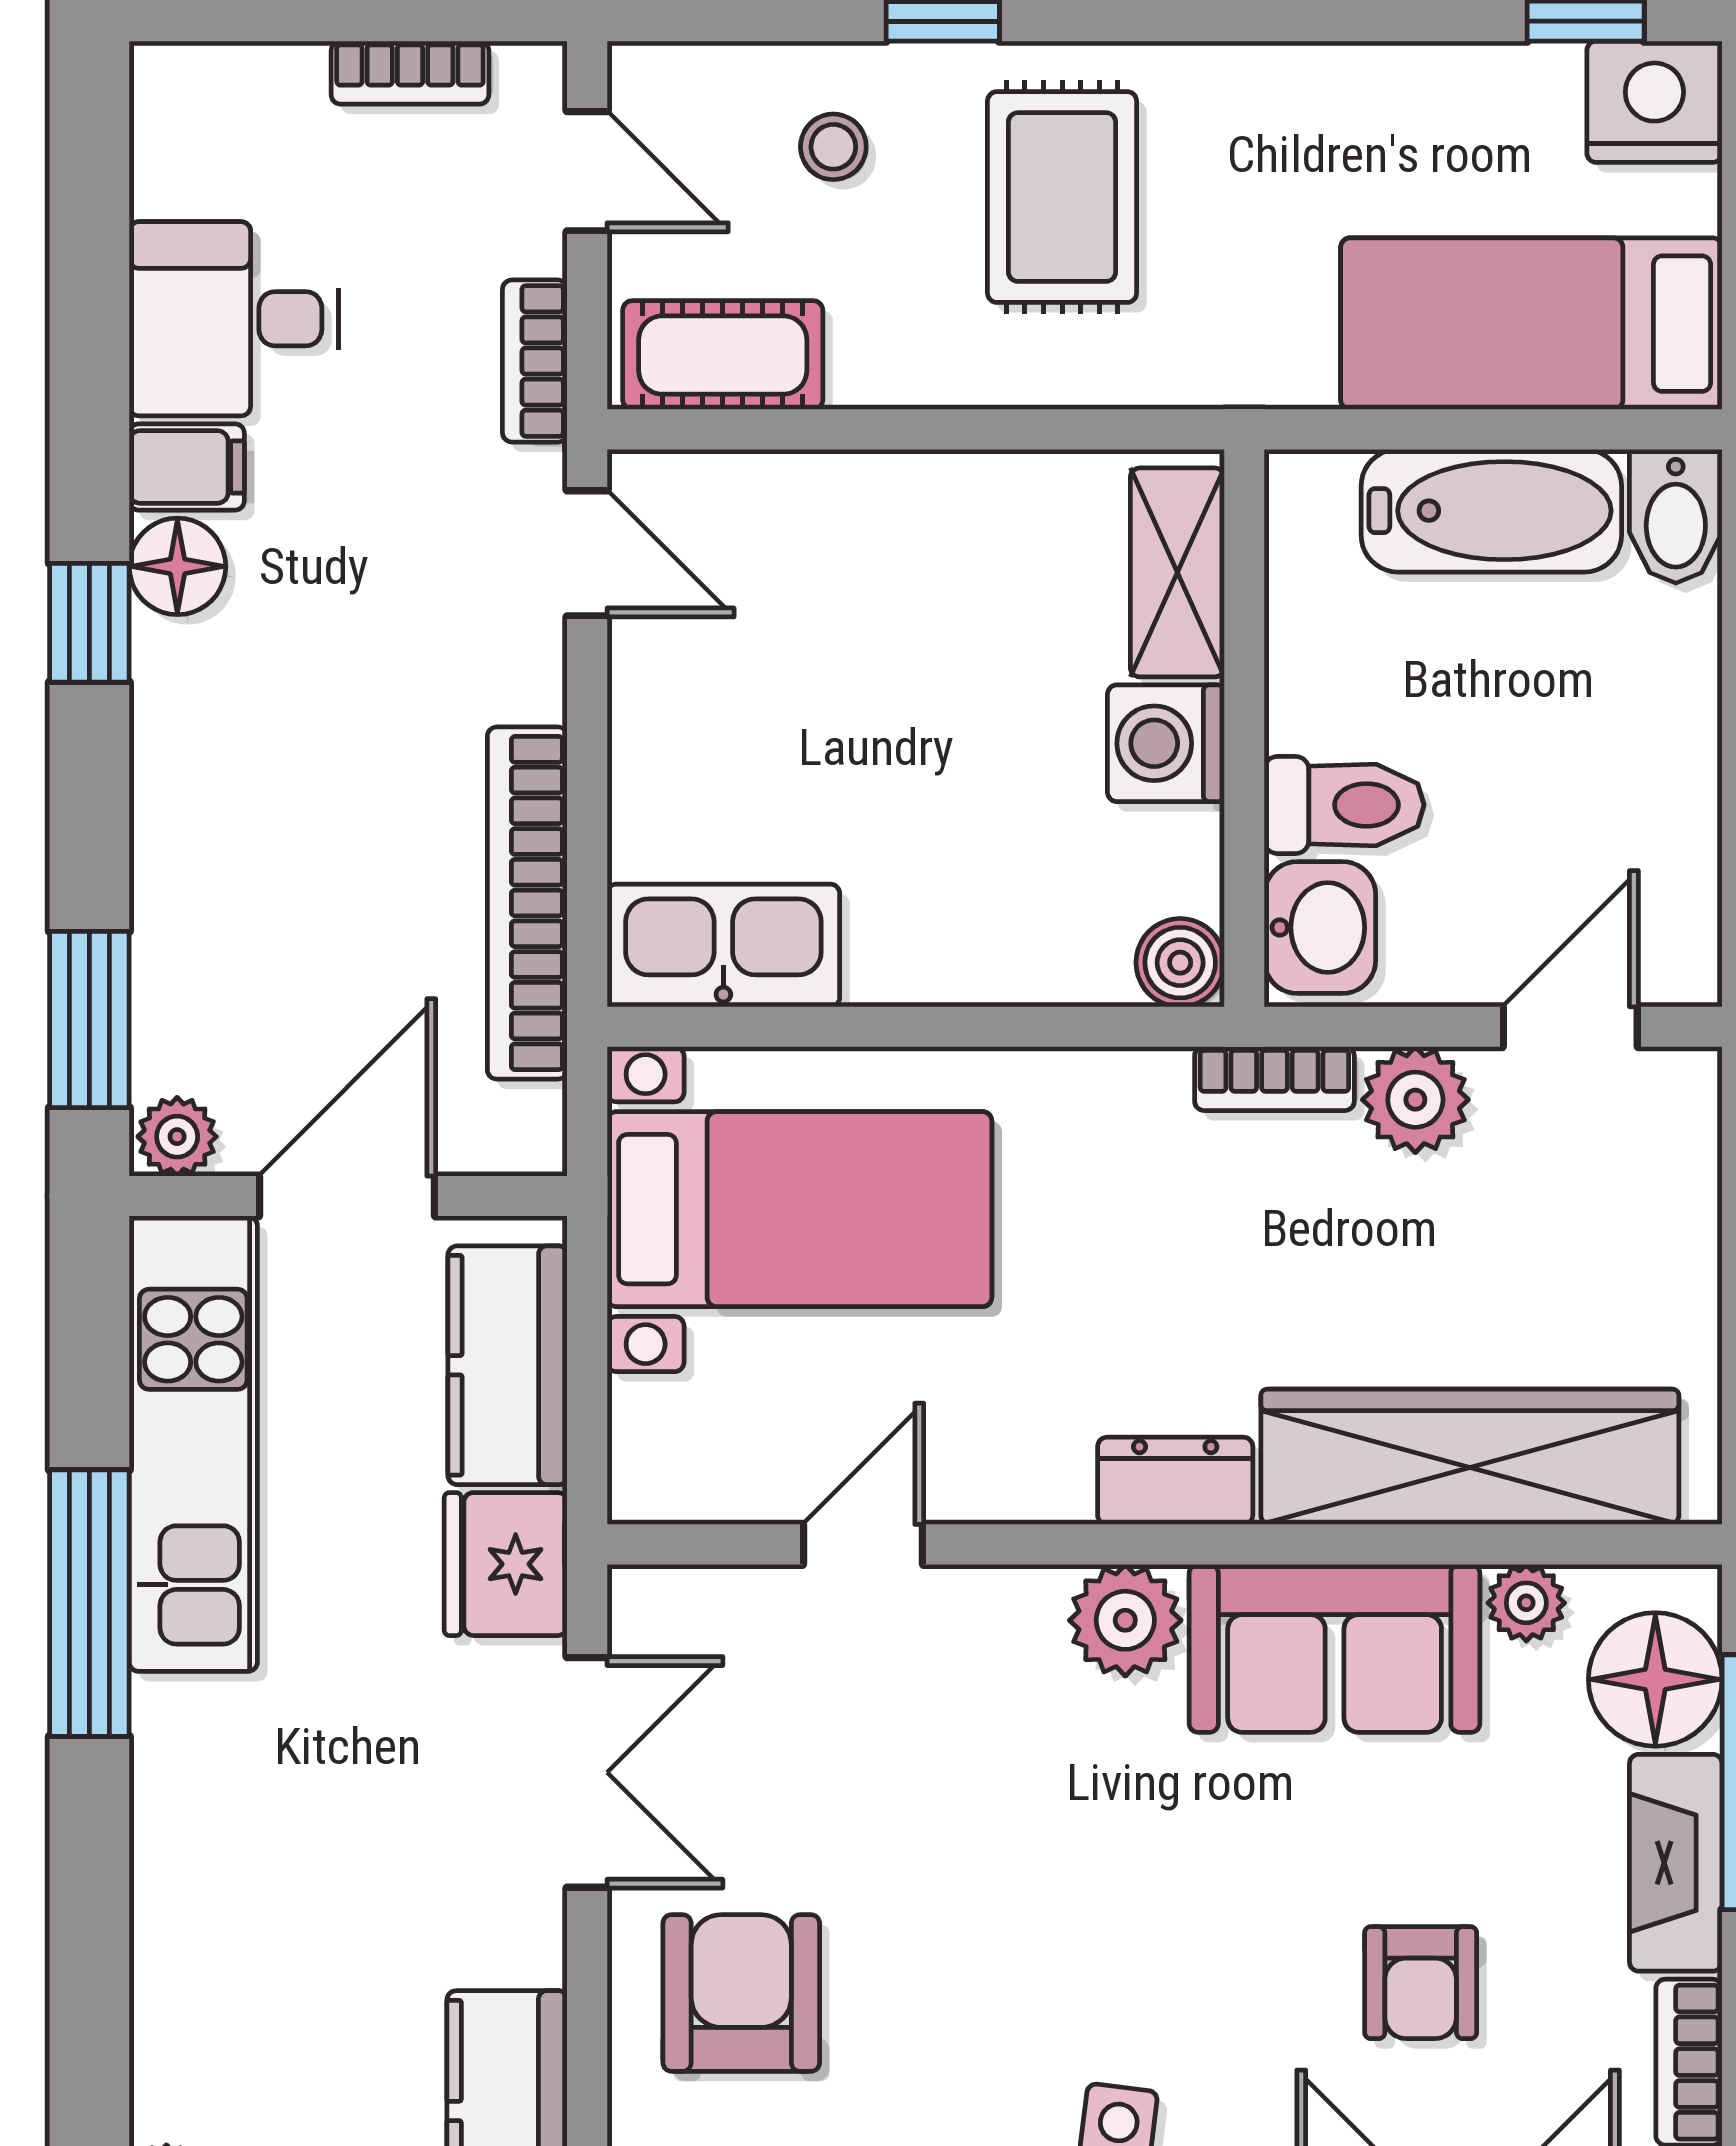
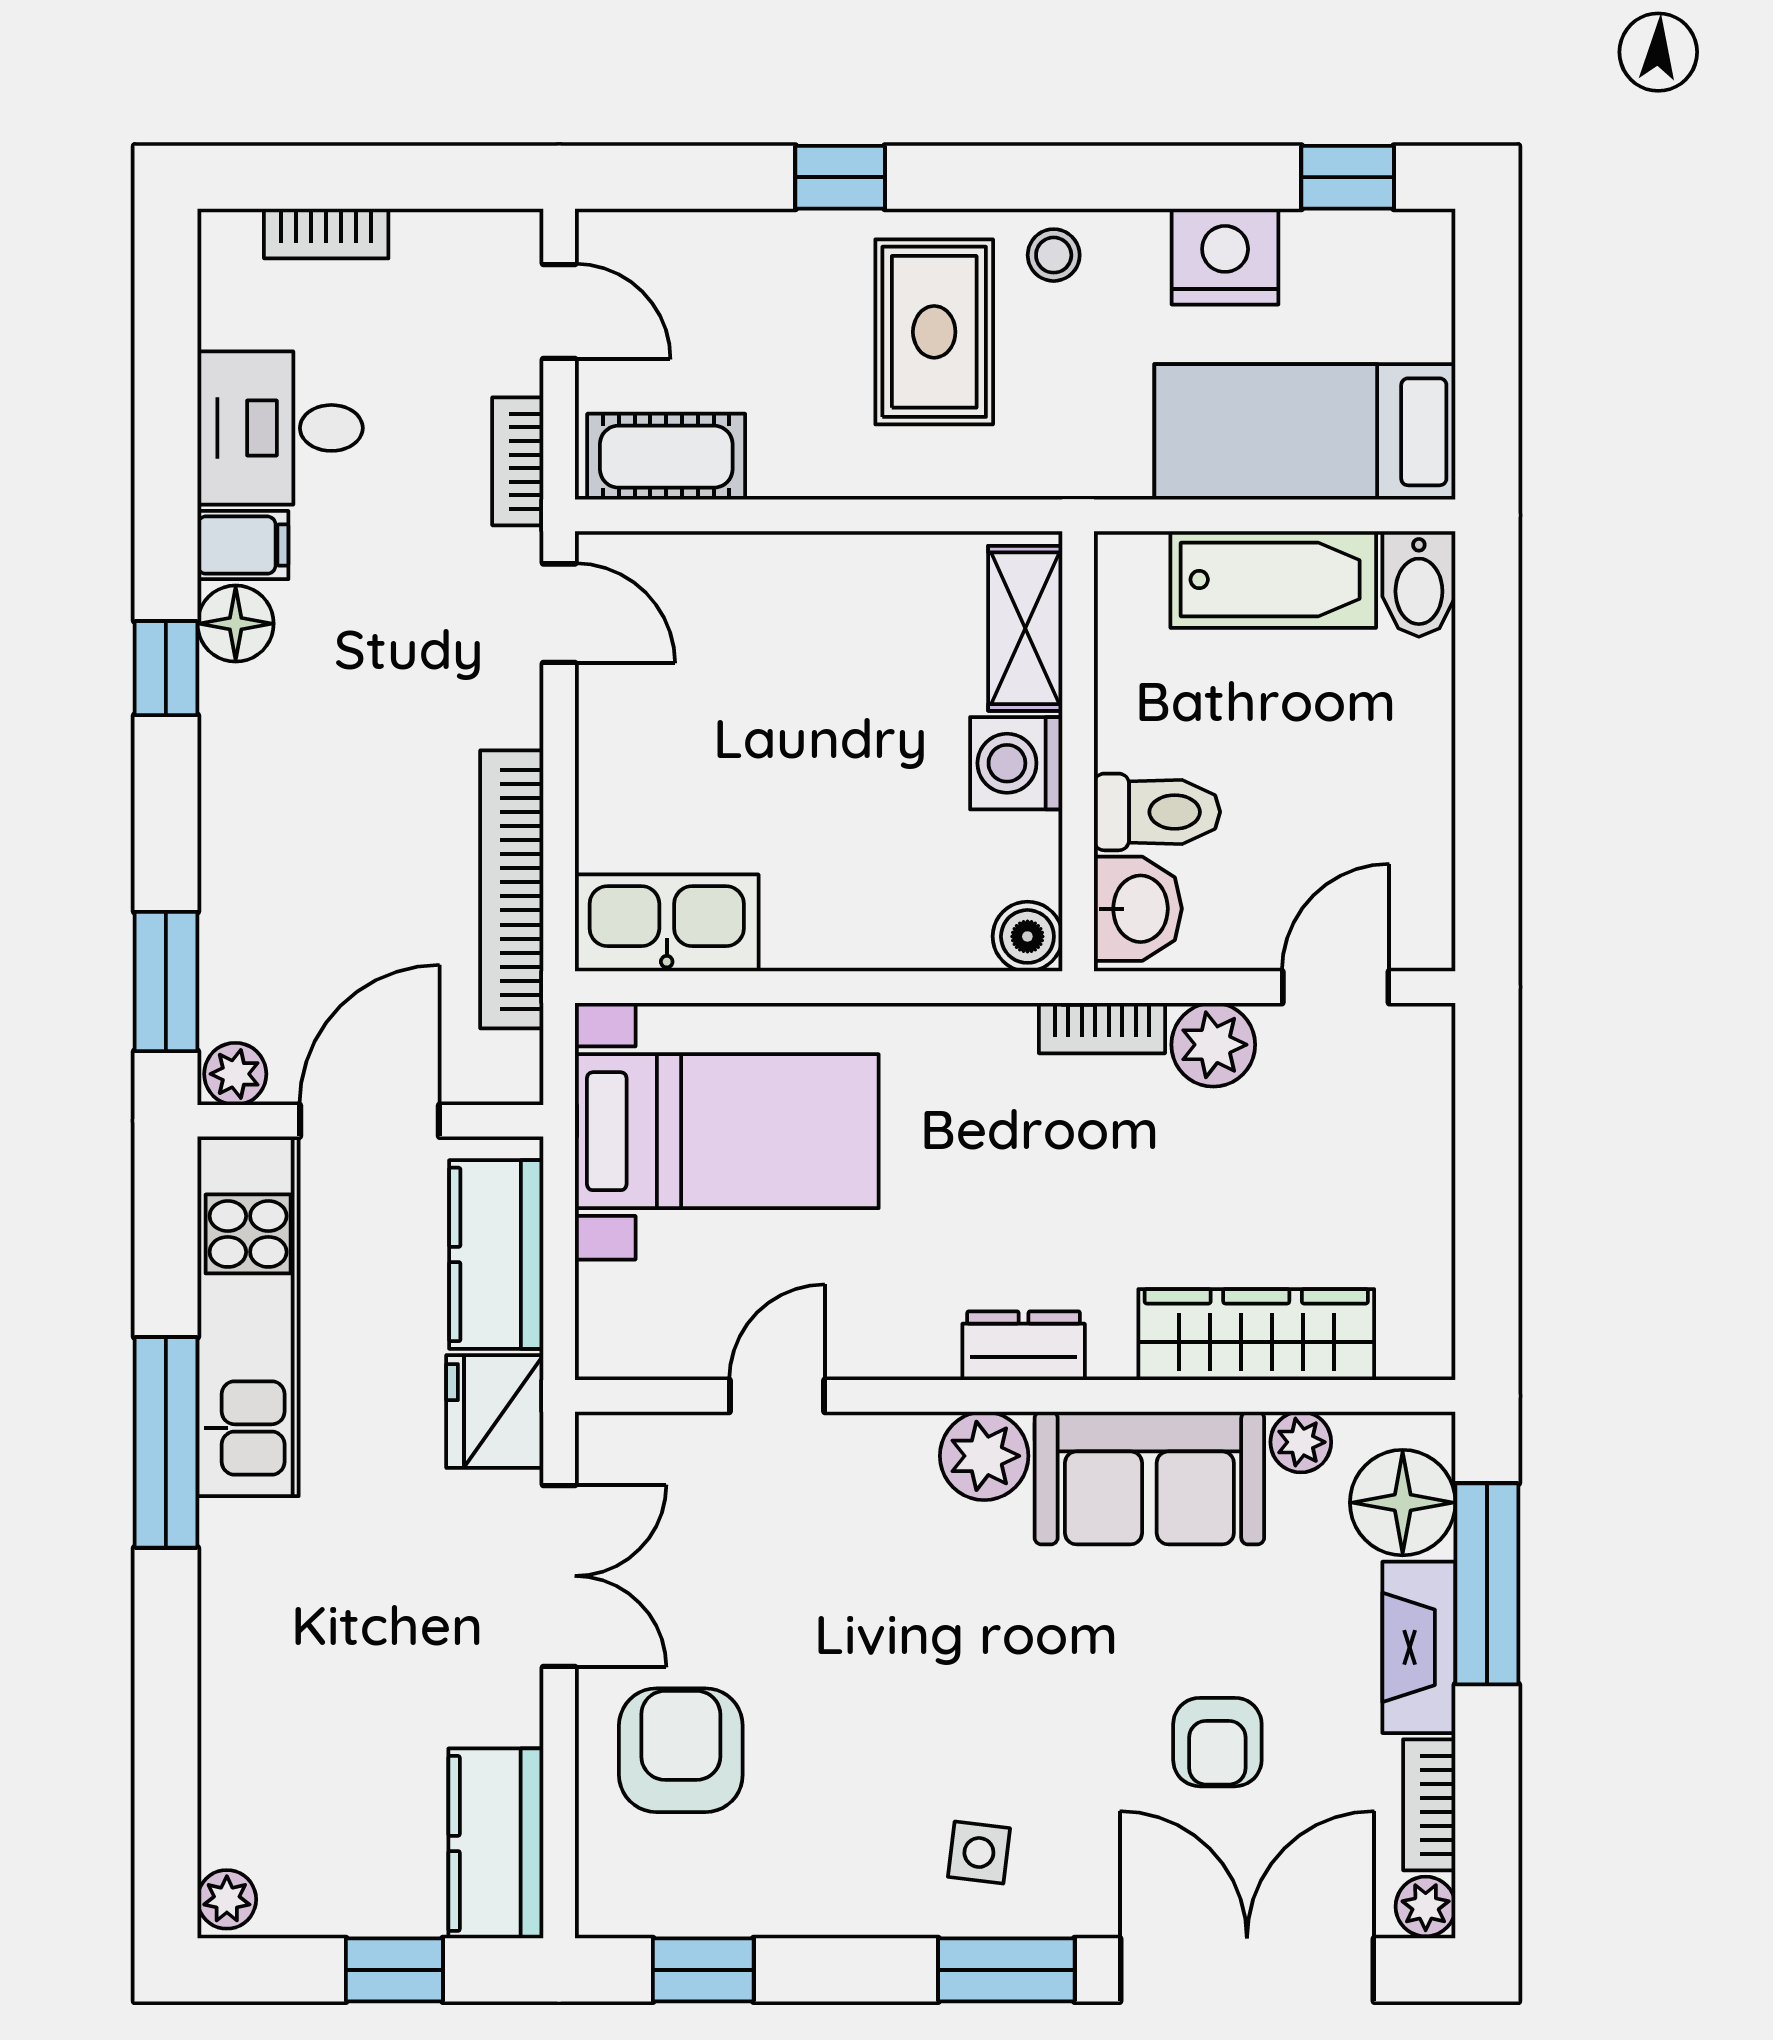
bookcase: (410, 73) -> (326, 234), moved
nightstand: (1654, 102) -> (1225, 257), moved
stool: (833, 147) -> (1054, 255), moved
wardrobe: (1470, 1457) -> (1256, 1335), width x0.71, depth x0.85

